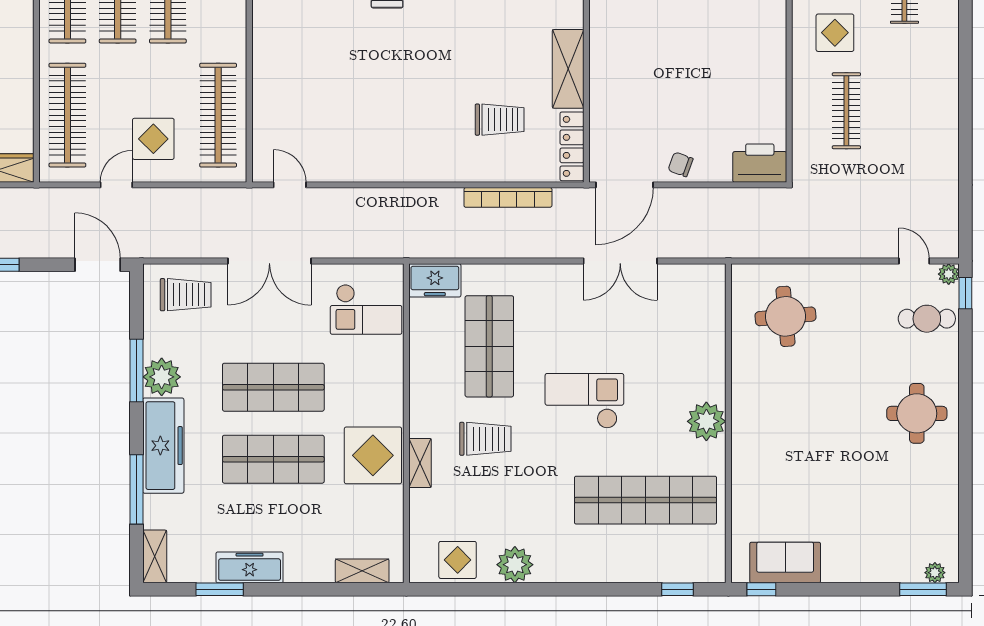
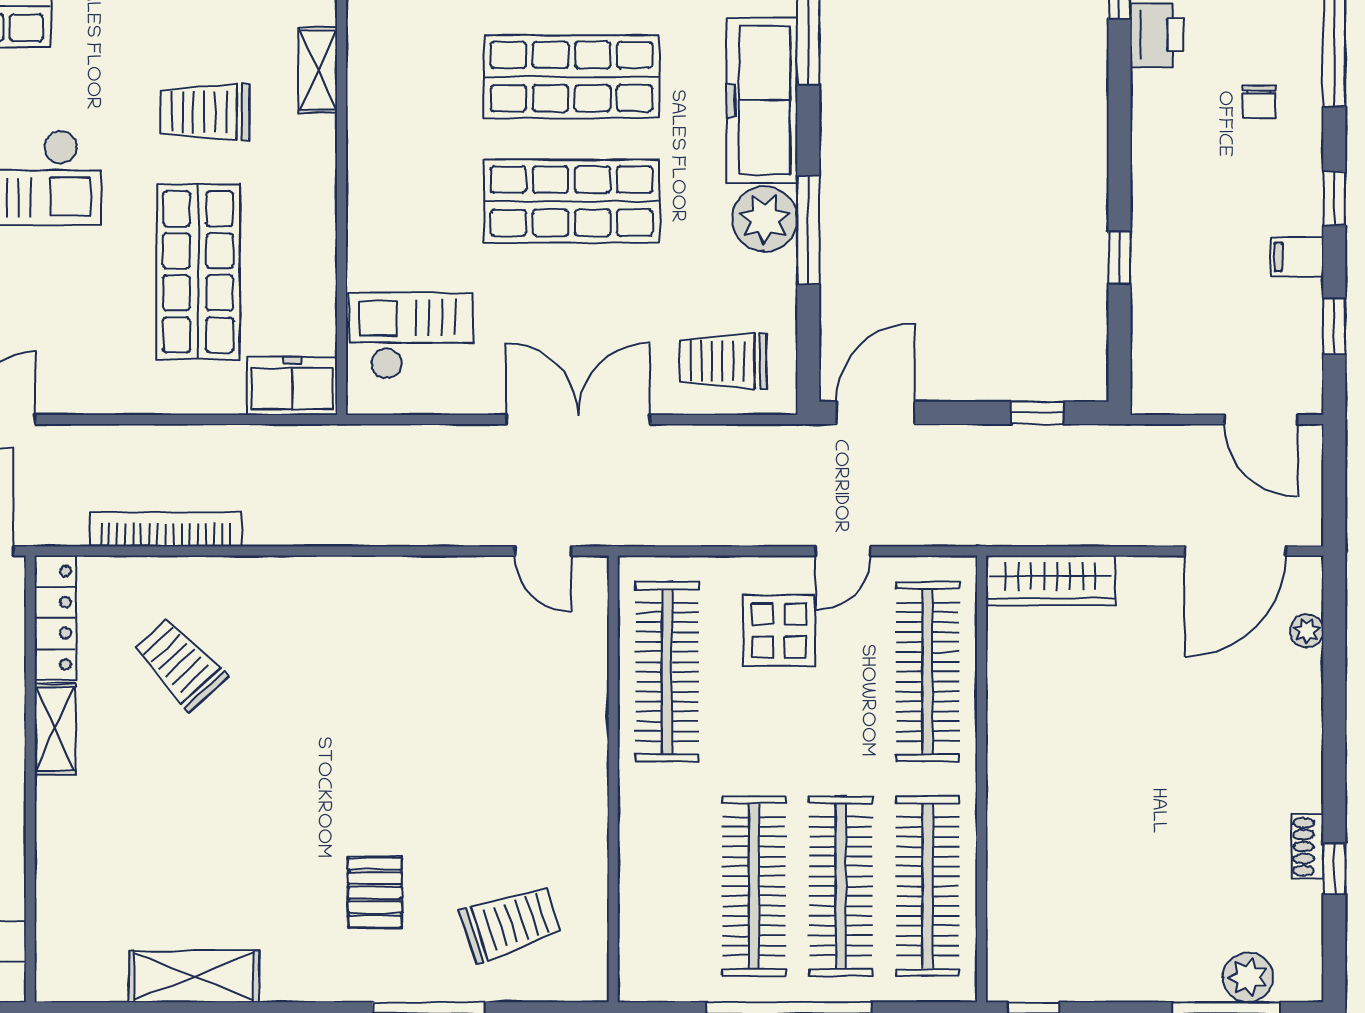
shelving: (568, 69) -> (55, 729), width x0.67, depth x0.75
trolley: (500, 120) -> (180, 664), turned 47
door: (98, 265) -> (875, 413), swing flipped
display table: (373, 455) -> (399, 83), removed

